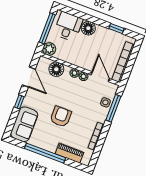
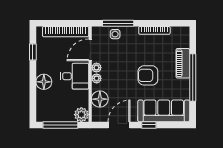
desk: (68, 27) -> (75, 76), moved, turned 180
sofa: (24, 124) -> (164, 111), width x1.36
piano: (69, 153) -> (183, 63), moved

